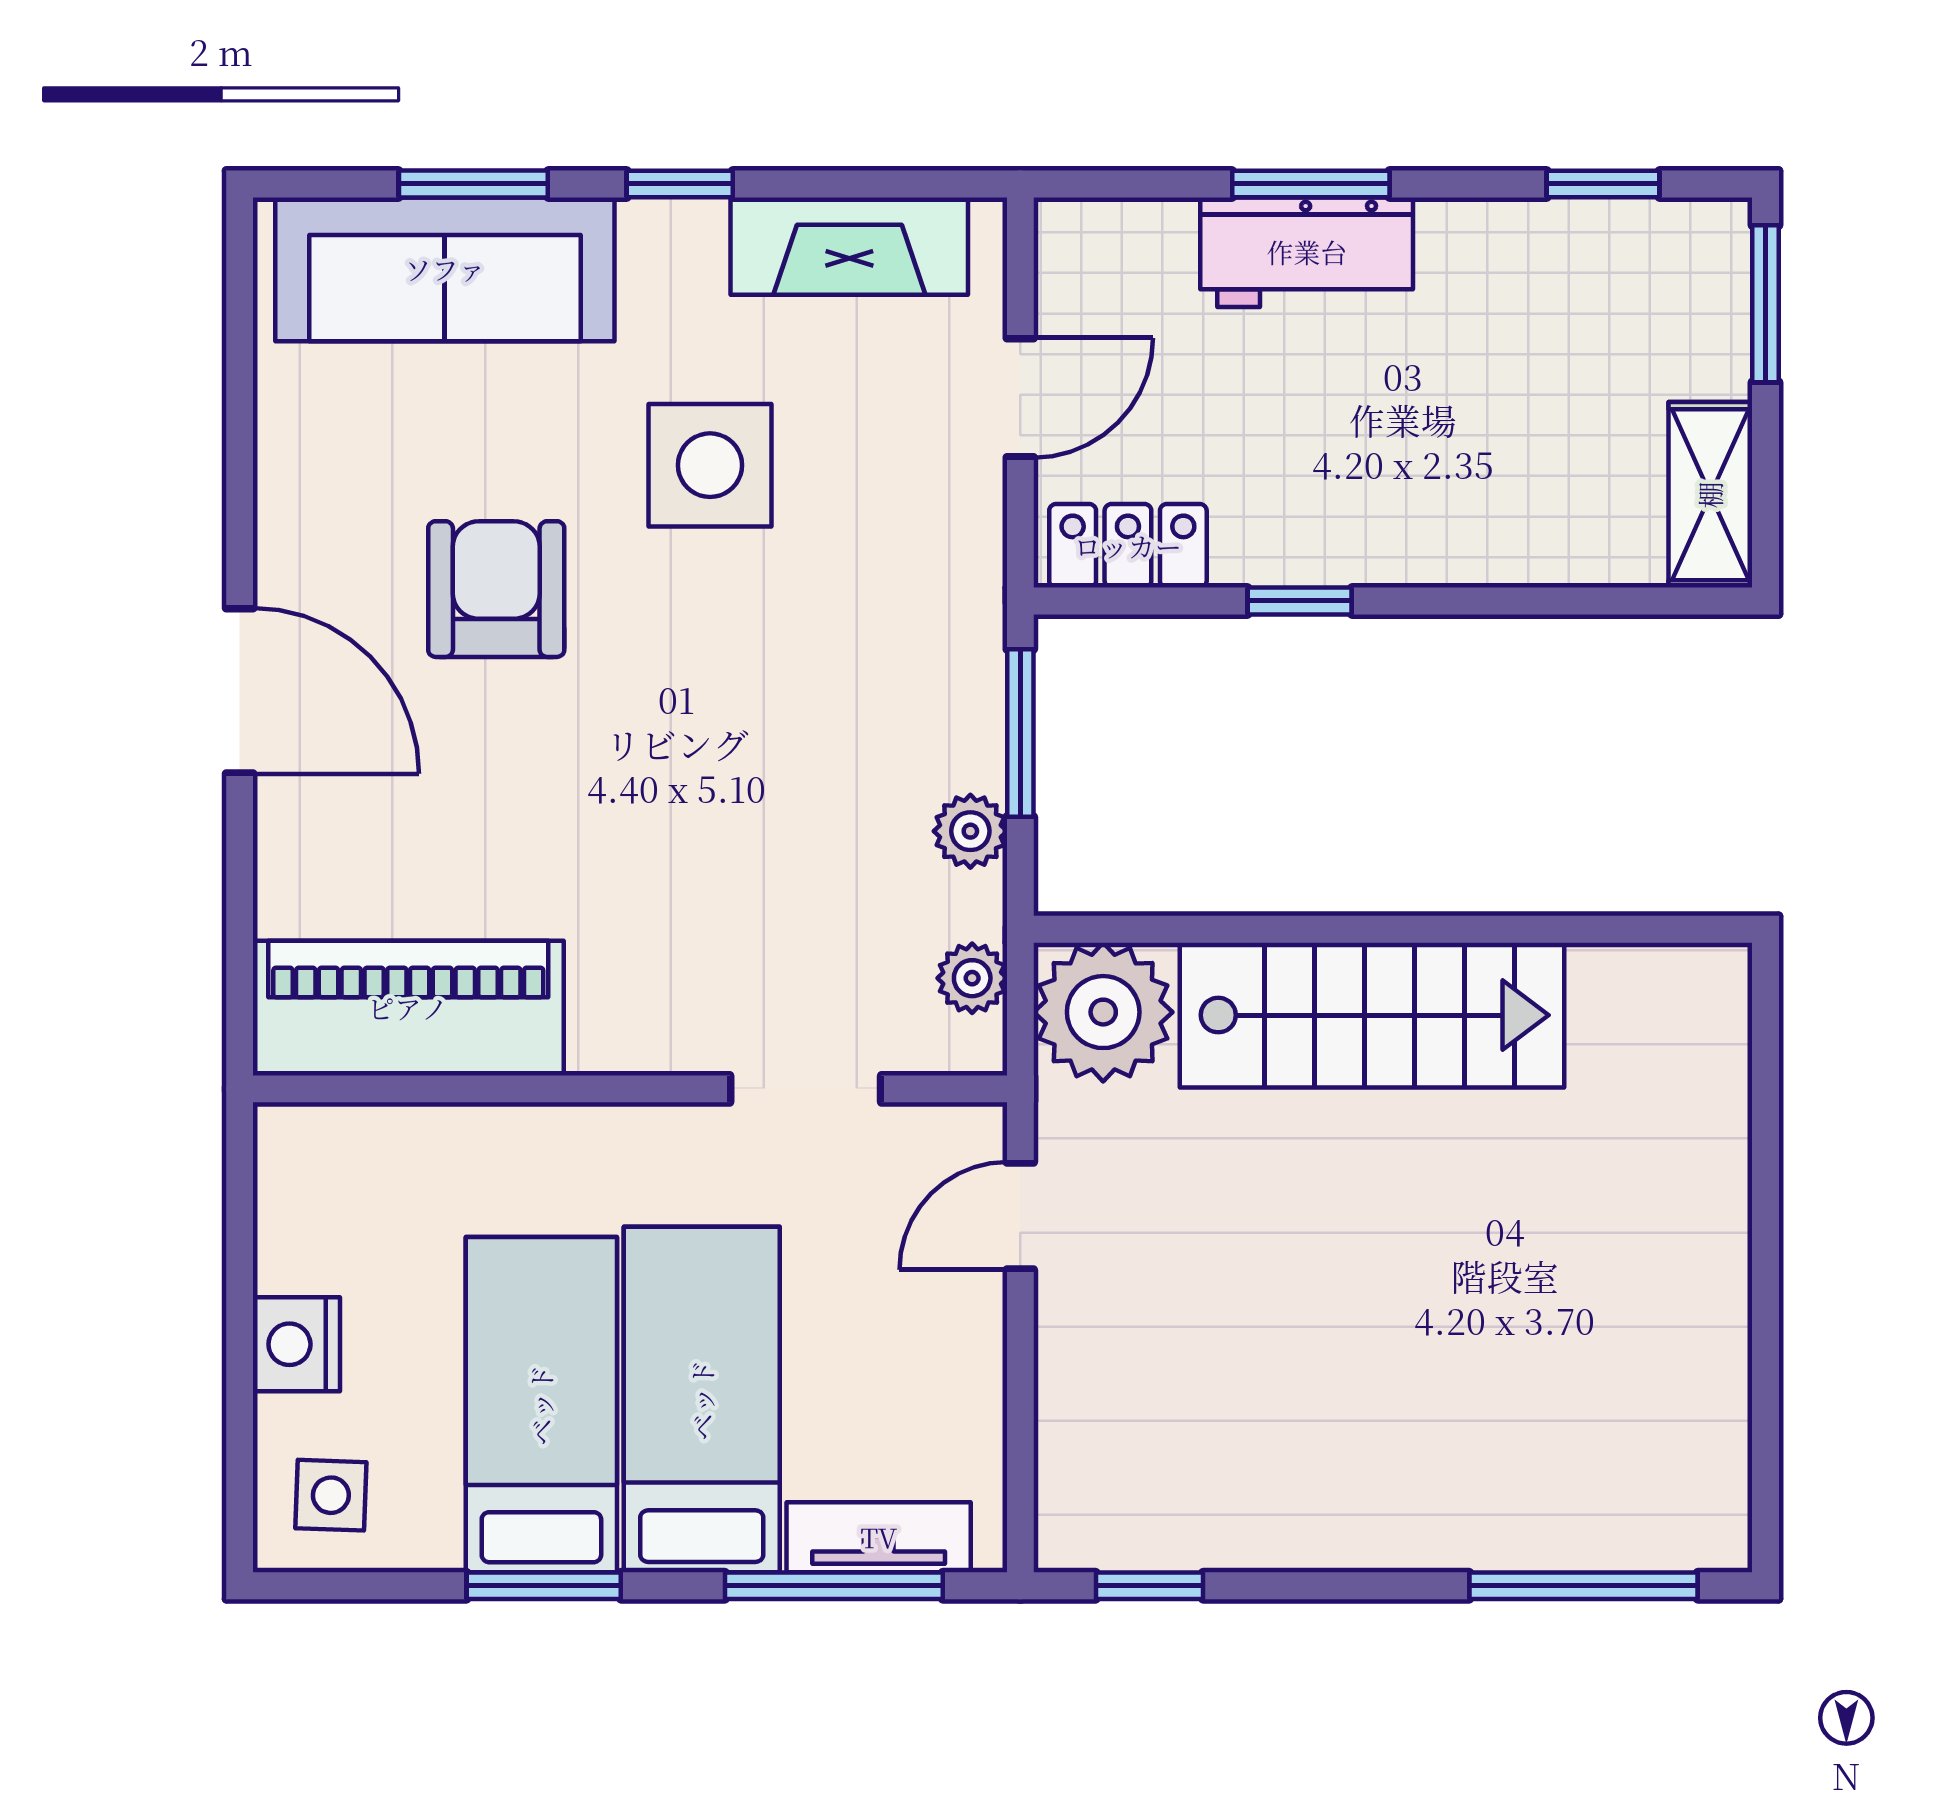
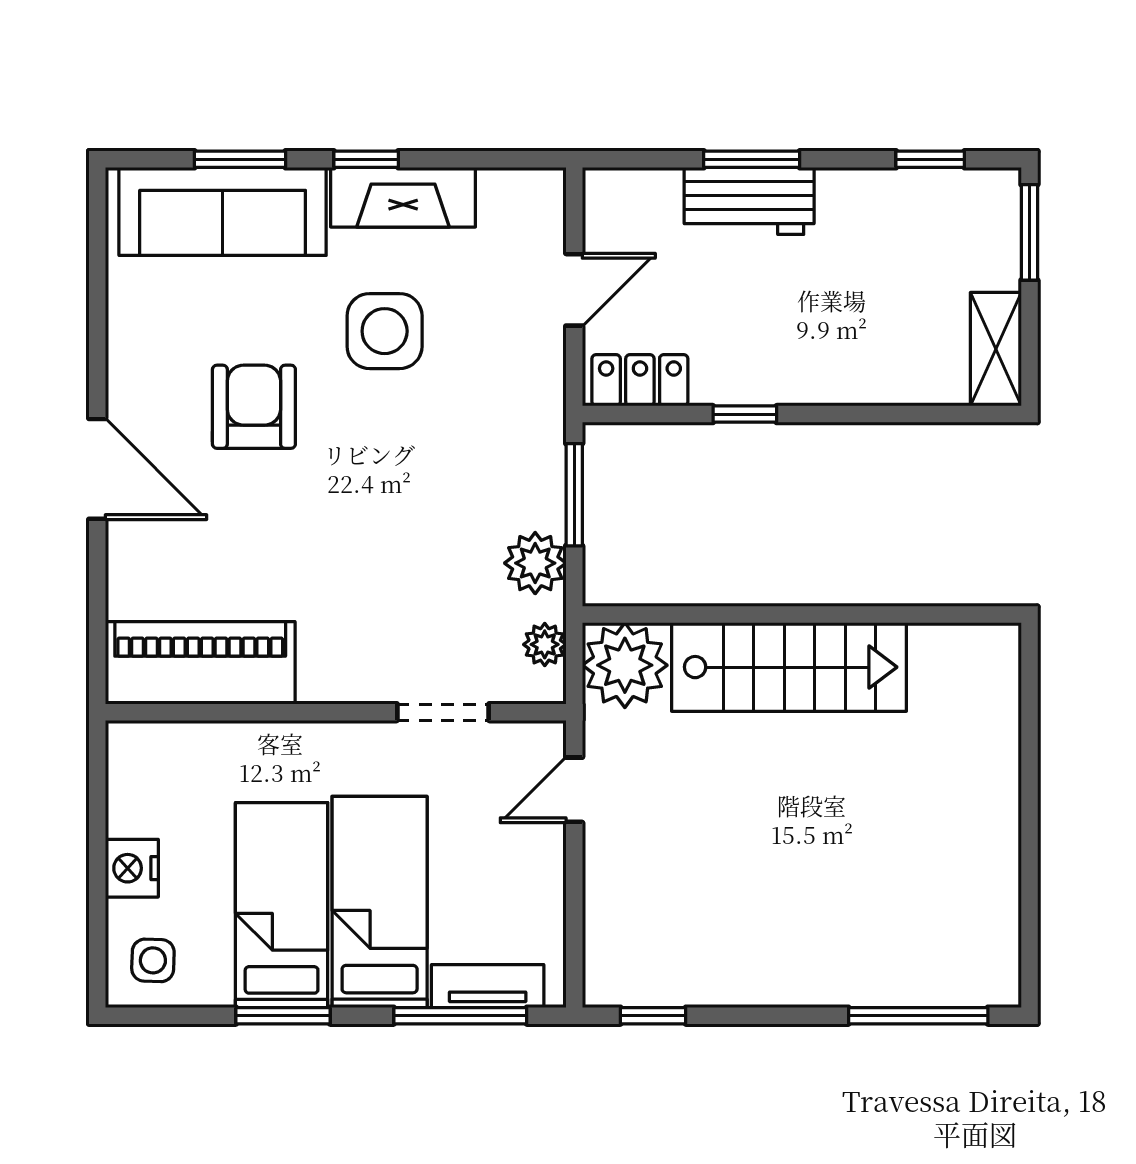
fireplace: (849, 246) -> (403, 197), moved
plant: (970, 831) -> (535, 563), width x1.38, depth x1.38

